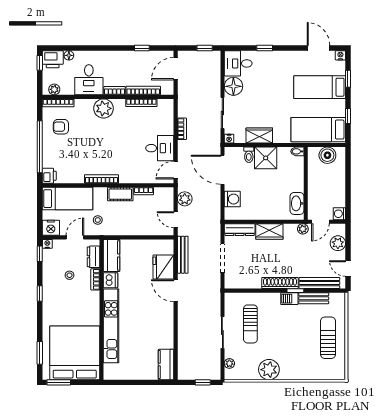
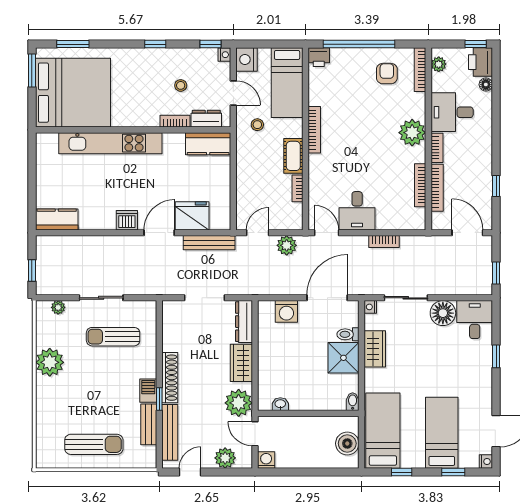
washbasin: (297, 203) -> (280, 404), width x0.52, depth x0.69
plant: (303, 229) -> (239, 403), width x1.87, depth x1.87
dishwasher: (110, 280) -> (127, 220), moved, turned 180

